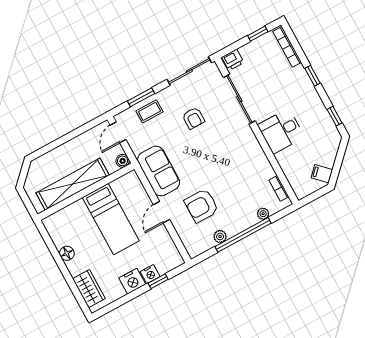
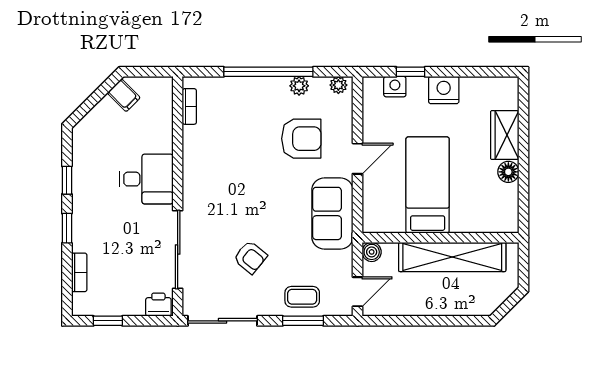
bookcase: (287, 47) -> (79, 272), width x0.64
window: (335, 116) -> (67, 180), moved
armchair: (193, 118) -> (250, 257), turned 129
plant: (263, 214) -> (338, 85), moved
nightstand: (150, 274) -> (395, 87), moved
wardrobe: (89, 289) -> (505, 135), moved

